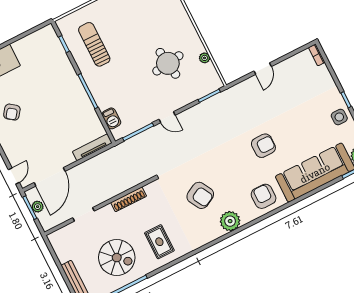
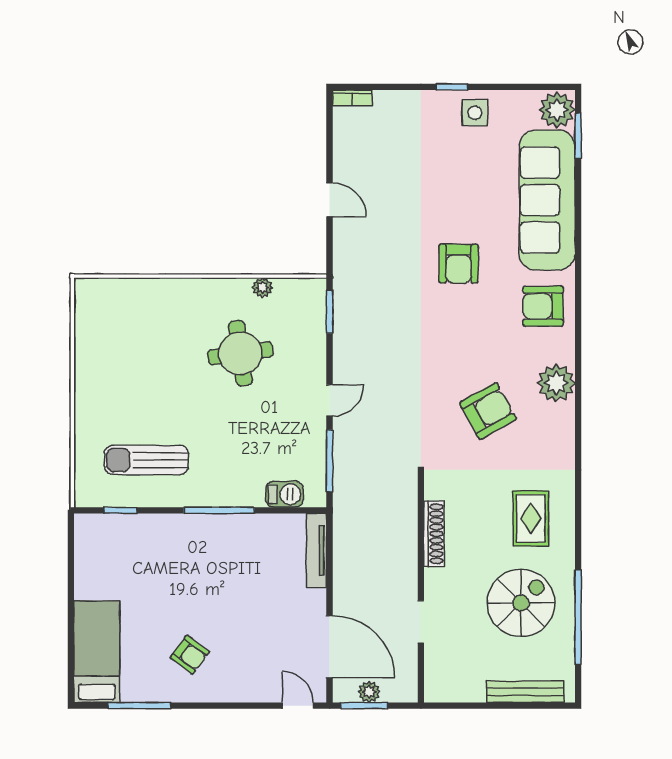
armchair: (263, 146) -> (459, 264), turned 180
rug: (159, 242) -> (531, 518), turned 90

